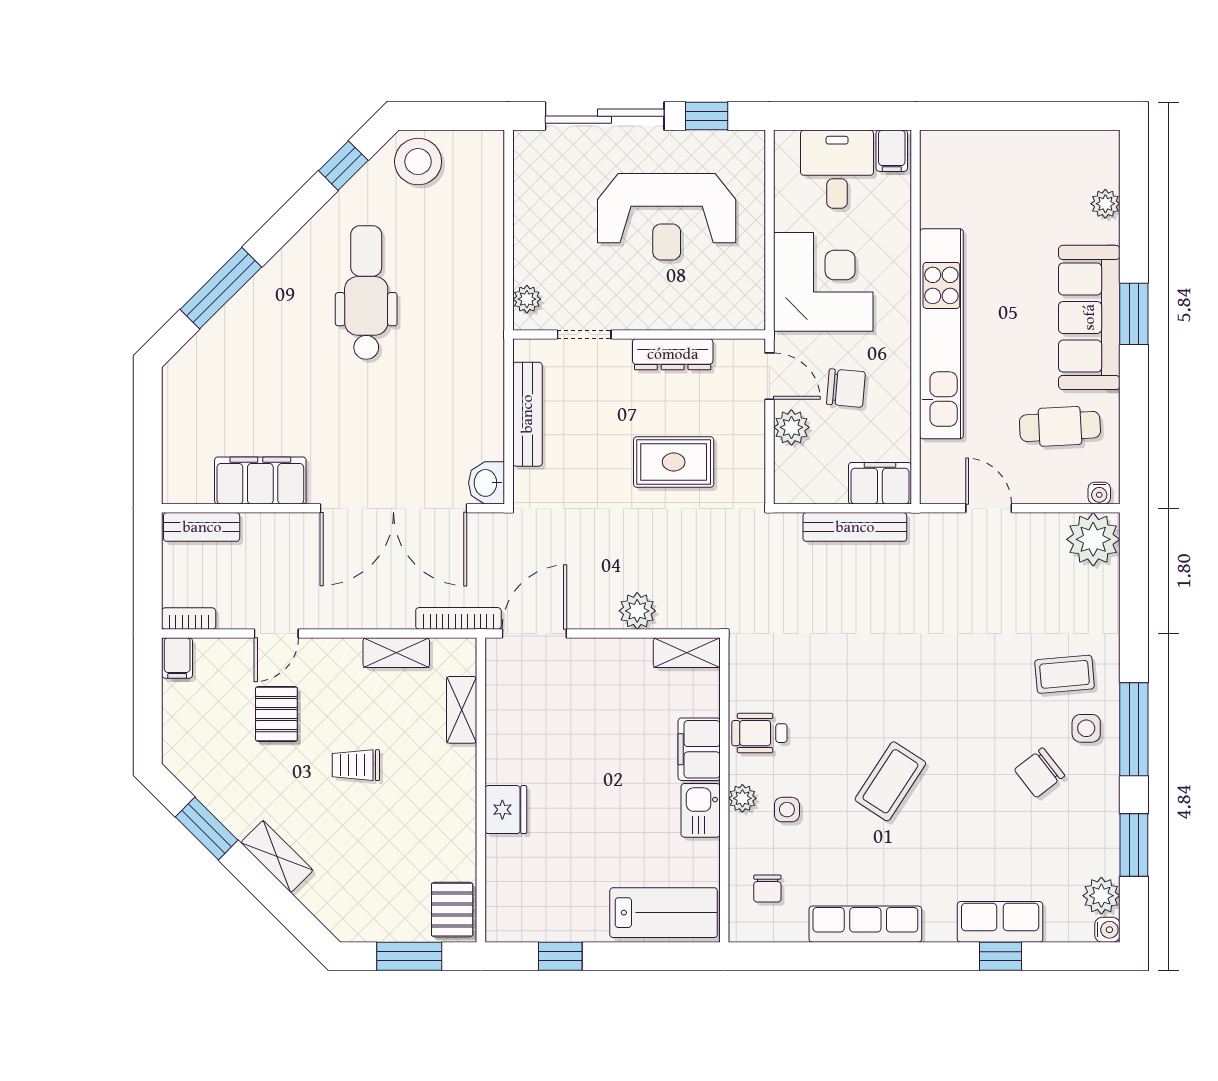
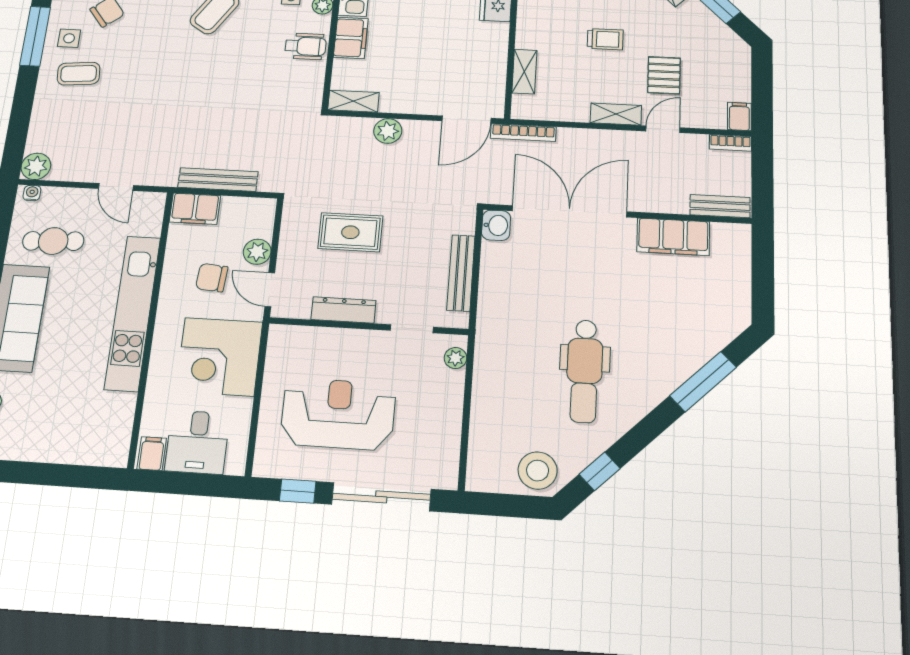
plant: (1093, 539) -> (36, 166), width x0.73, depth x0.73
shelving: (396, 653) -> (616, 114), moved

